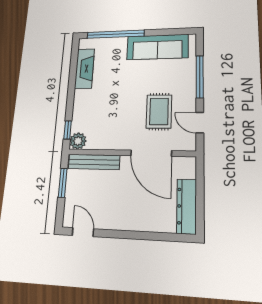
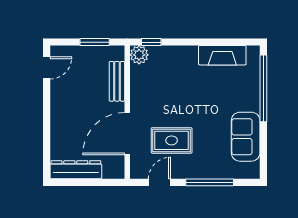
sofa: (157, 47) -> (246, 137), width x0.73
bench: (94, 162) -> (117, 81), width x0.73

